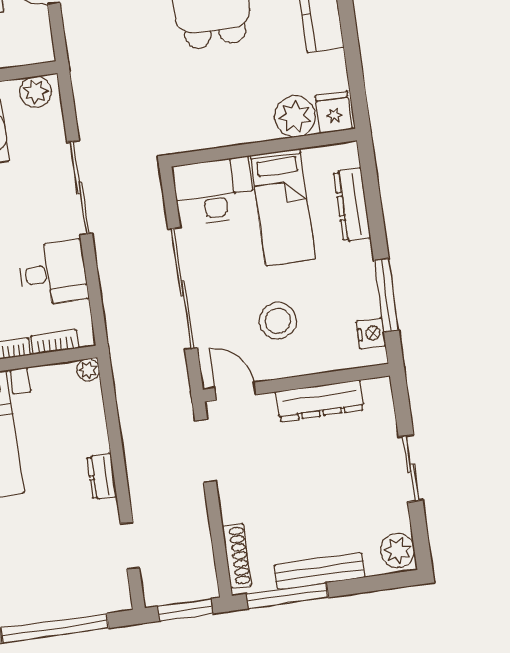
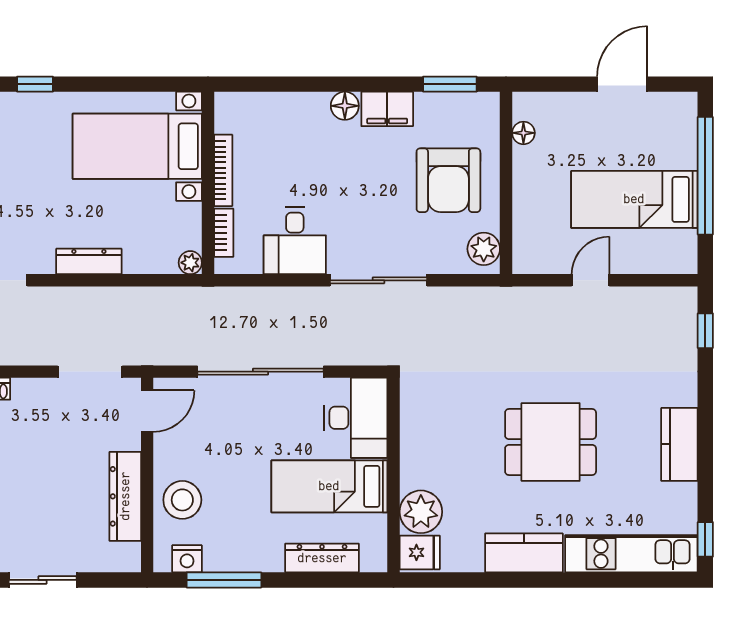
stool: (278, 321) -> (182, 500), moved
dresser: (102, 476) -> (89, 261), width x1.44

